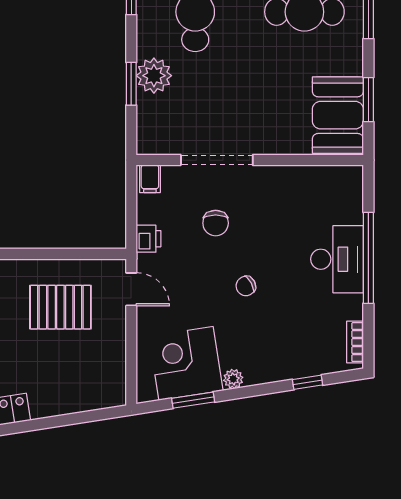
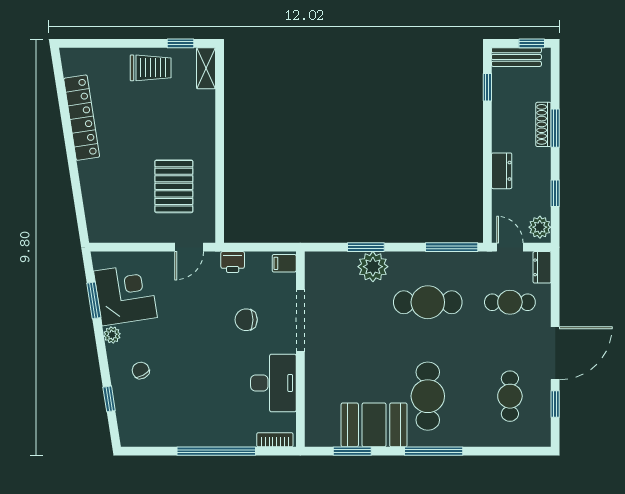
booth: (338, 115) -> (374, 425), moved
desk: (337, 259) -> (273, 383), moved, turned -90
chair: (246, 286) -> (141, 370), moved
bookcase: (355, 342) -> (275, 440), moved

